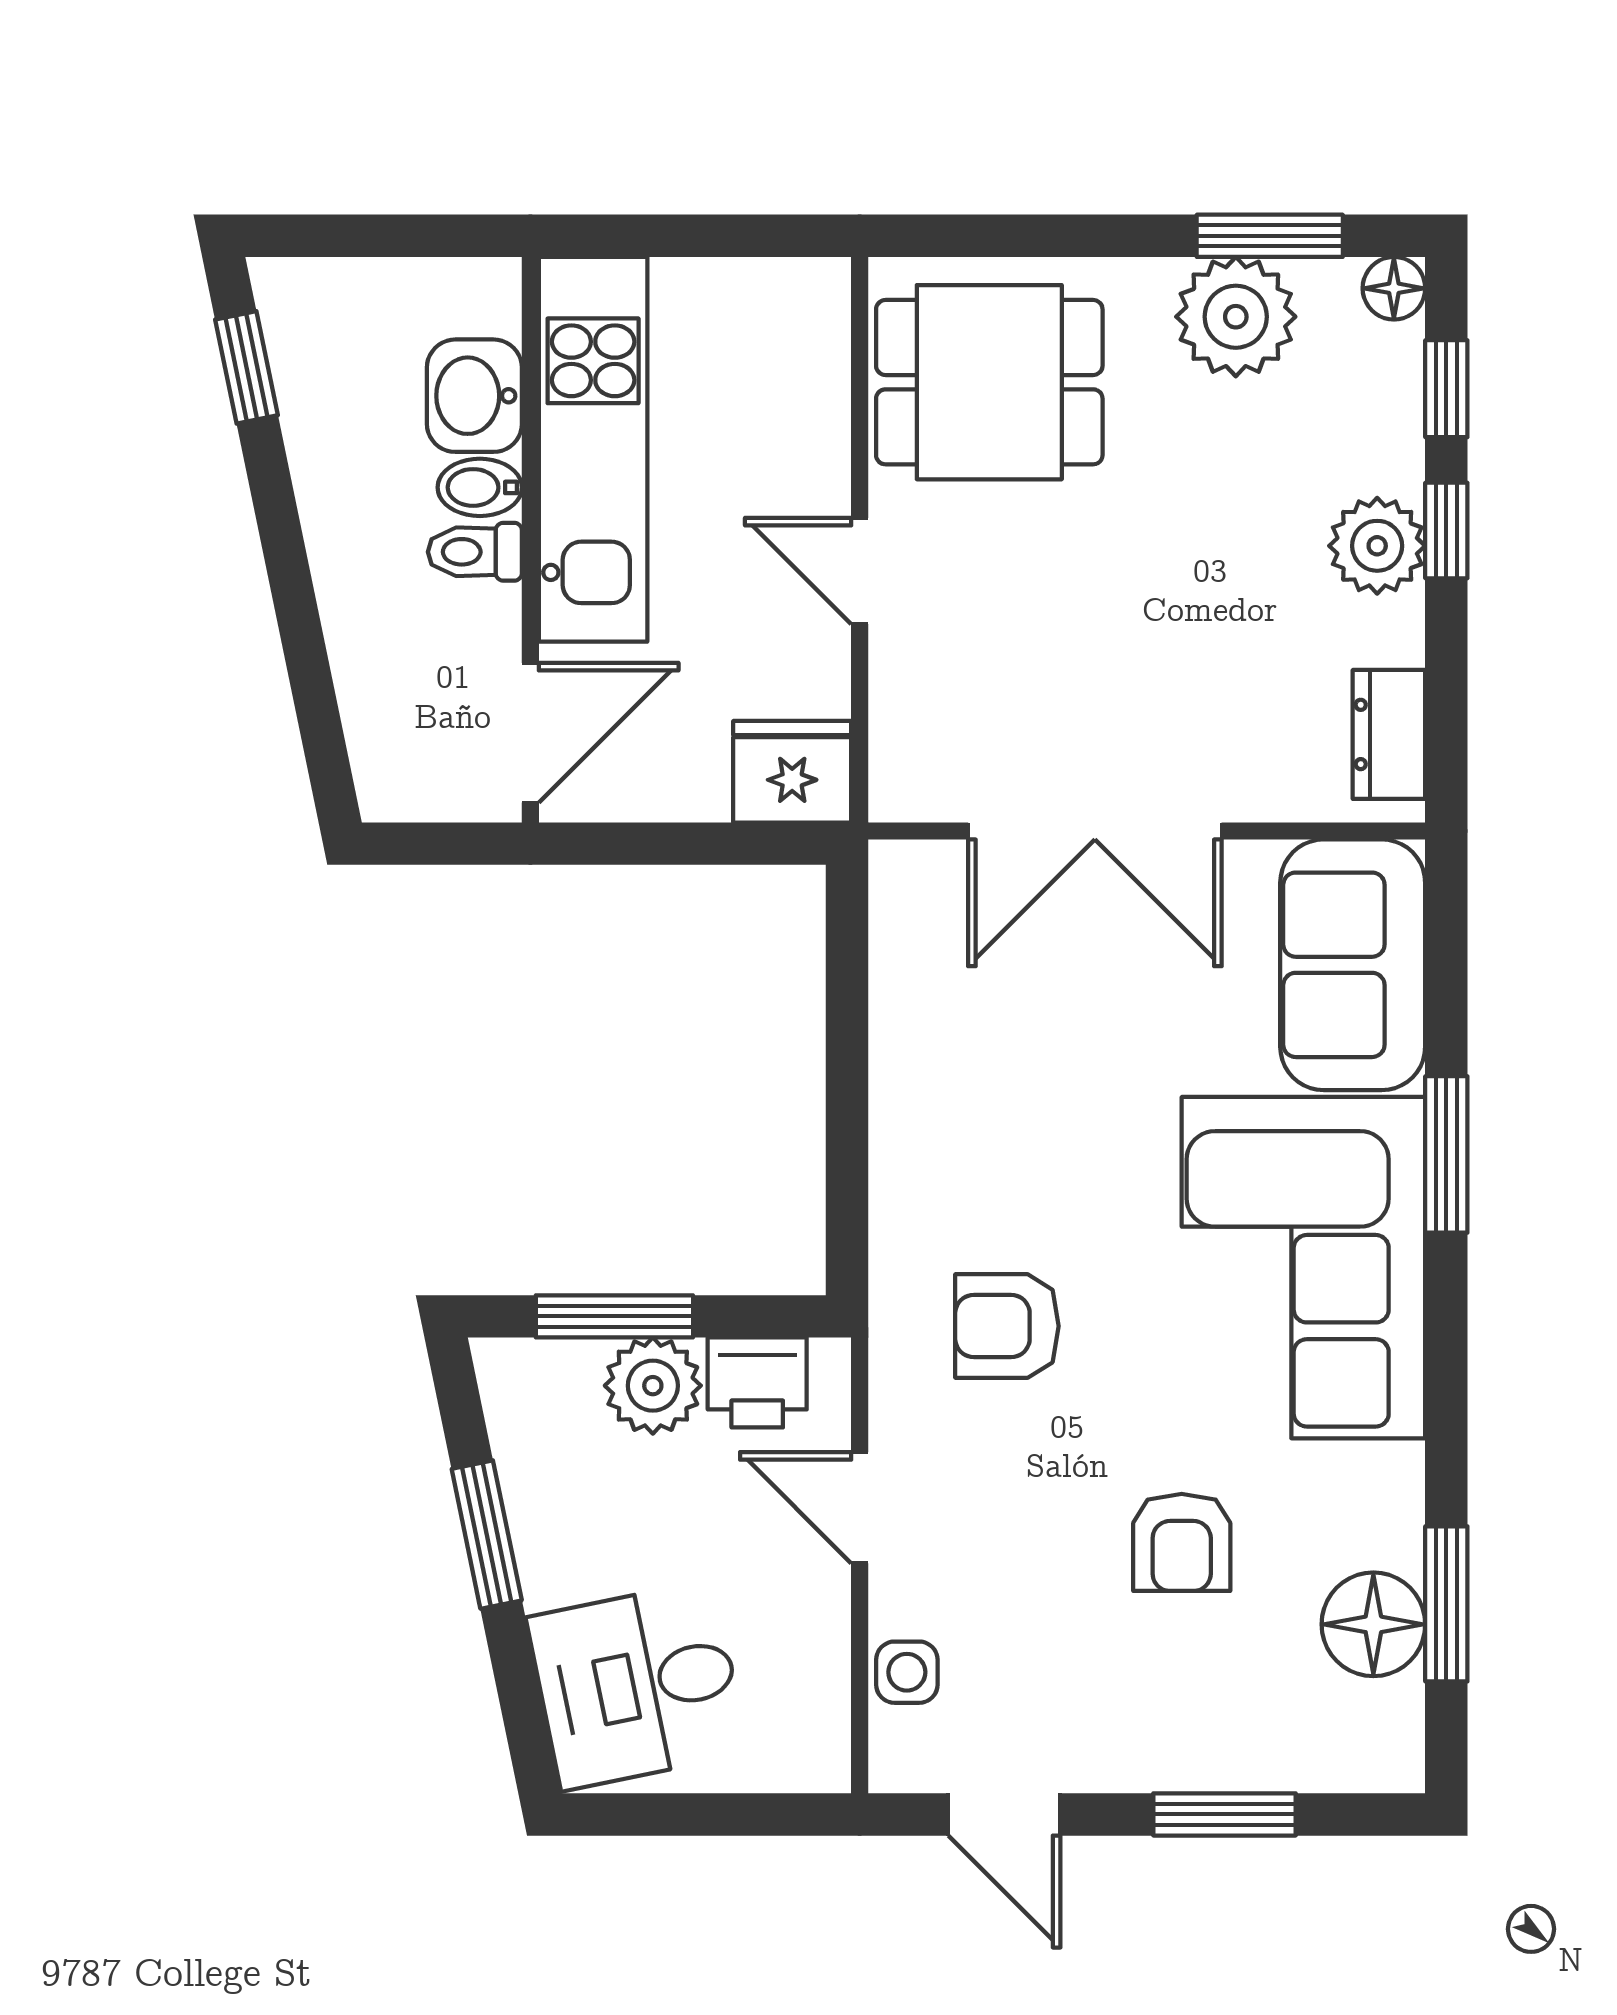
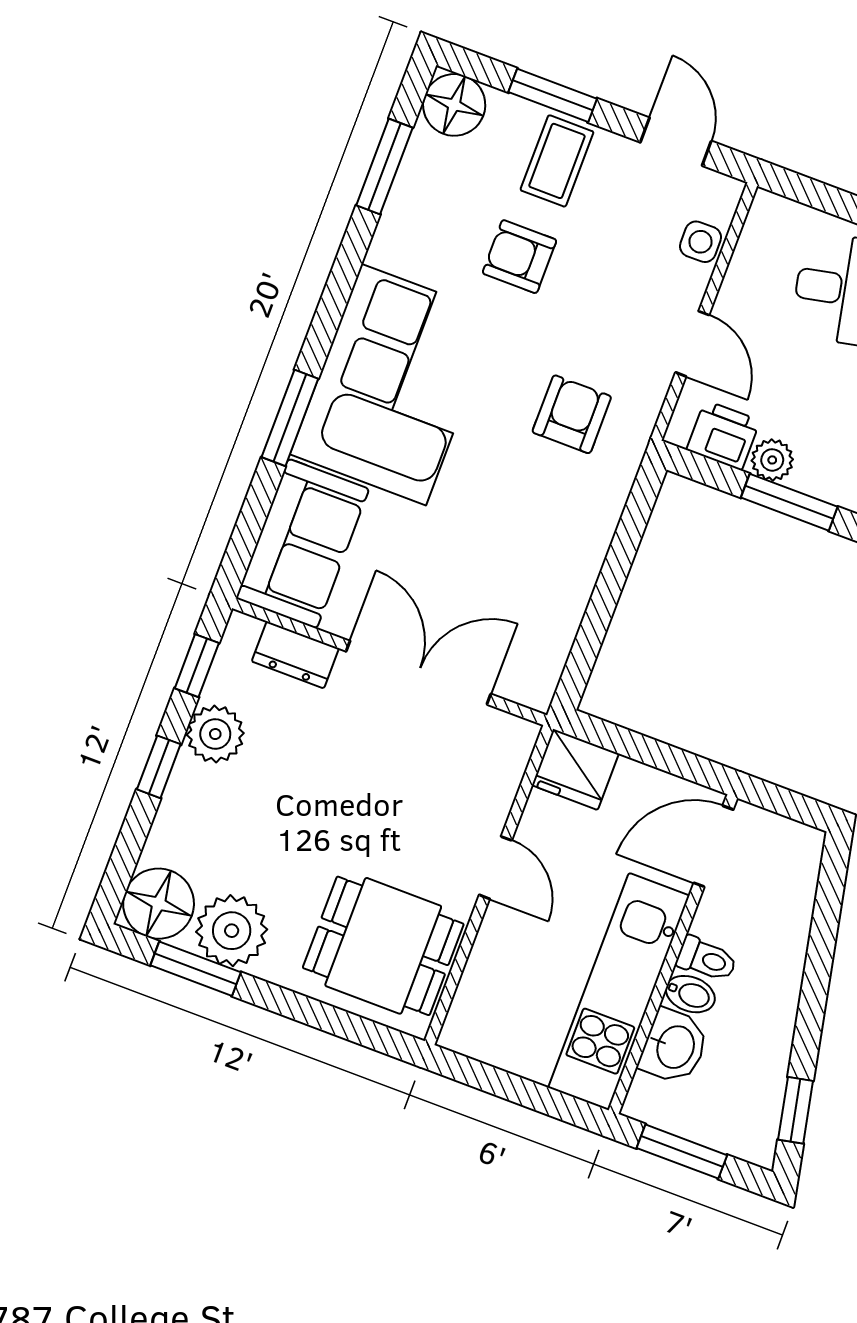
window: (400, 236) -> (682, 1152), added
floor lamp: (1394, 288) -> (159, 904), width x1.89, depth x1.89
window: (1446, 389) -> (197, 666), moved
plant: (1377, 546) -> (215, 734), moved
dresser: (1389, 734) -> (295, 655), moved, turned 90
armchair: (1007, 1326) -> (572, 414), turned -90
plant: (653, 1386) -> (772, 460), width x0.73, depth x0.73
armchair: (1182, 1542) -> (520, 257), turned -90
floor lamp: (1373, 1624) -> (454, 105), moved
coffee table: (1179, 1714) -> (557, 161), added

